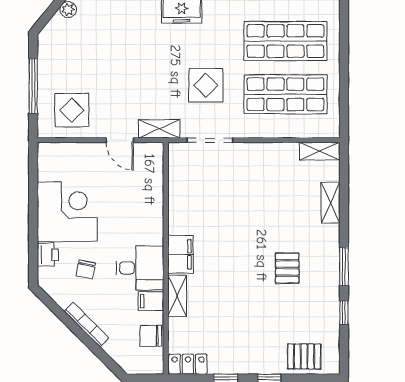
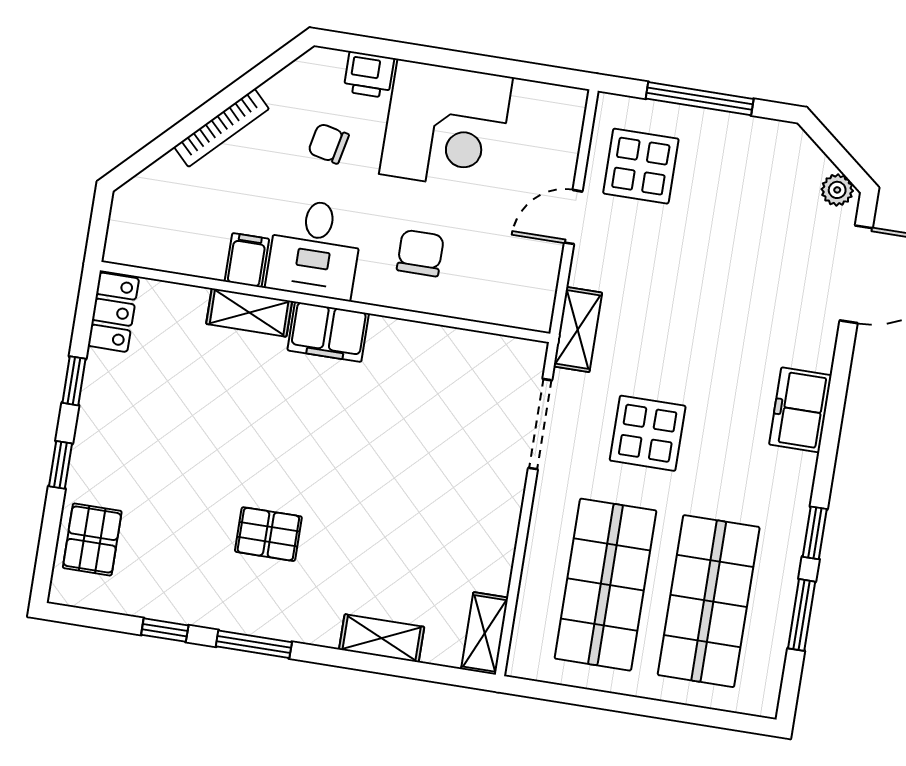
door: (120, 140) -> (573, 217), moved
chair: (151, 336) -> (420, 253), moved

